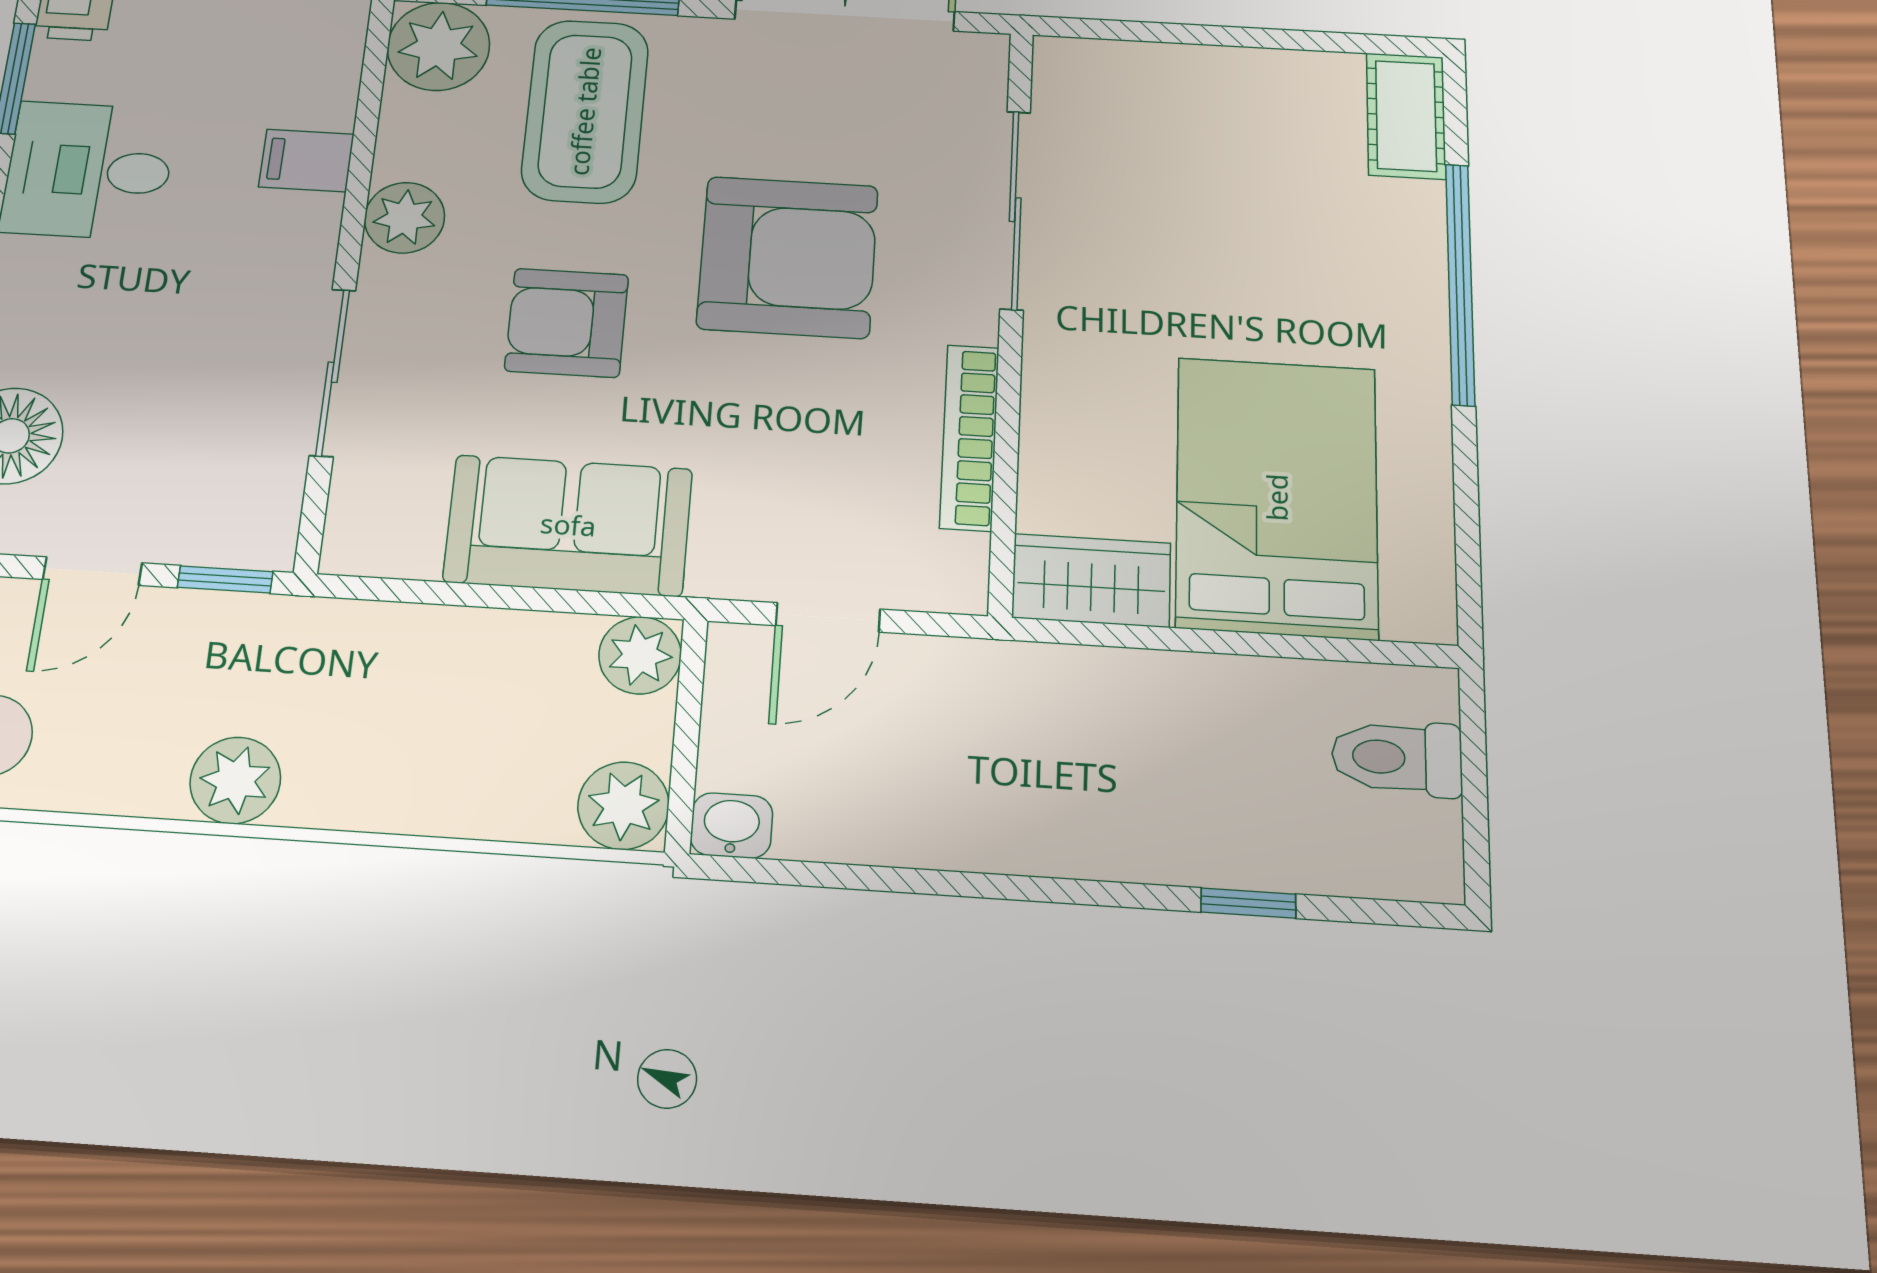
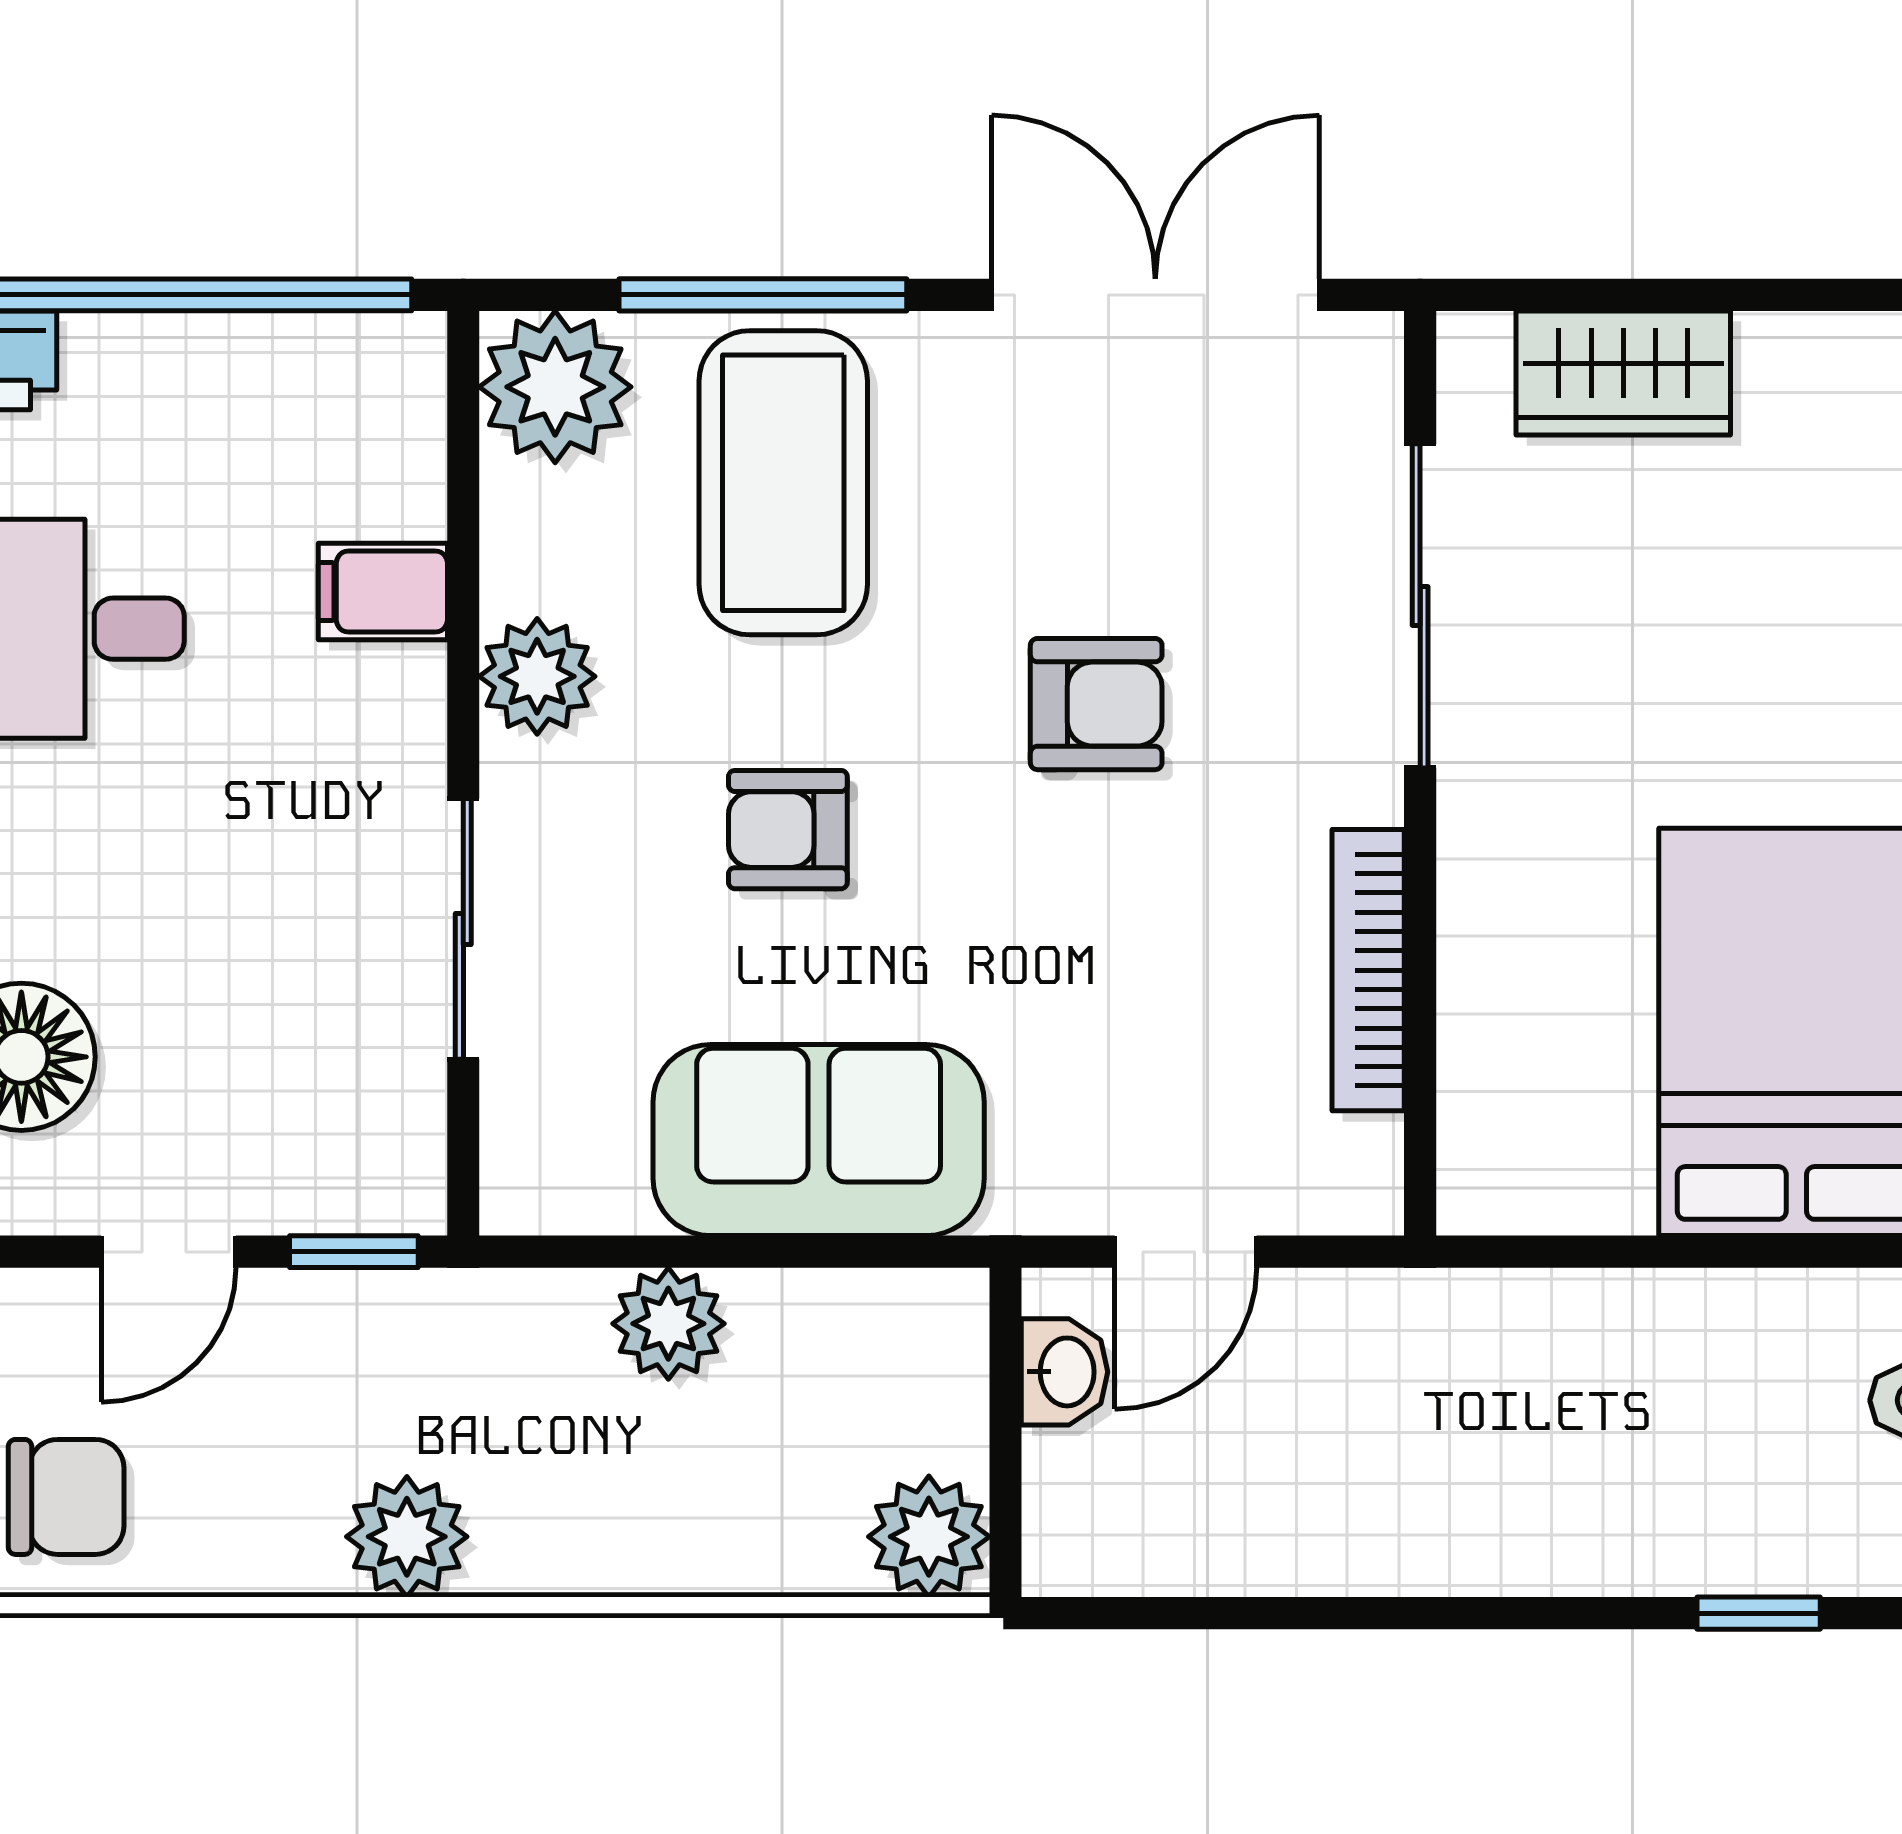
armchair: (788, 257) -> (1096, 704), width x0.53, depth x0.53
armchair: (567, 323) -> (788, 830), width x0.72, depth x0.72
wardrobe: (1091, 580) -> (1623, 373), moved, turned 180
plant: (640, 655) -> (668, 1324), moved
washbasin: (732, 825) -> (1065, 1372), moved, turned 90

